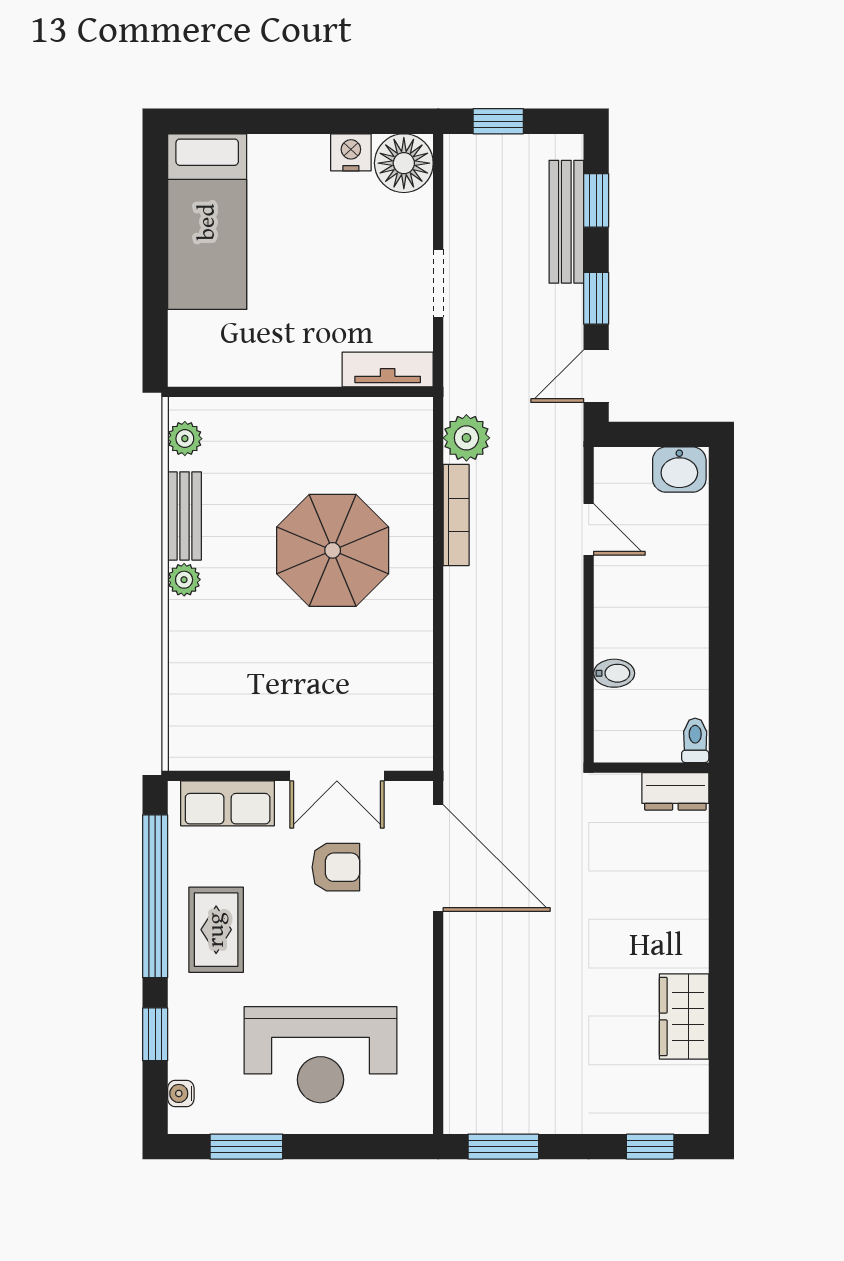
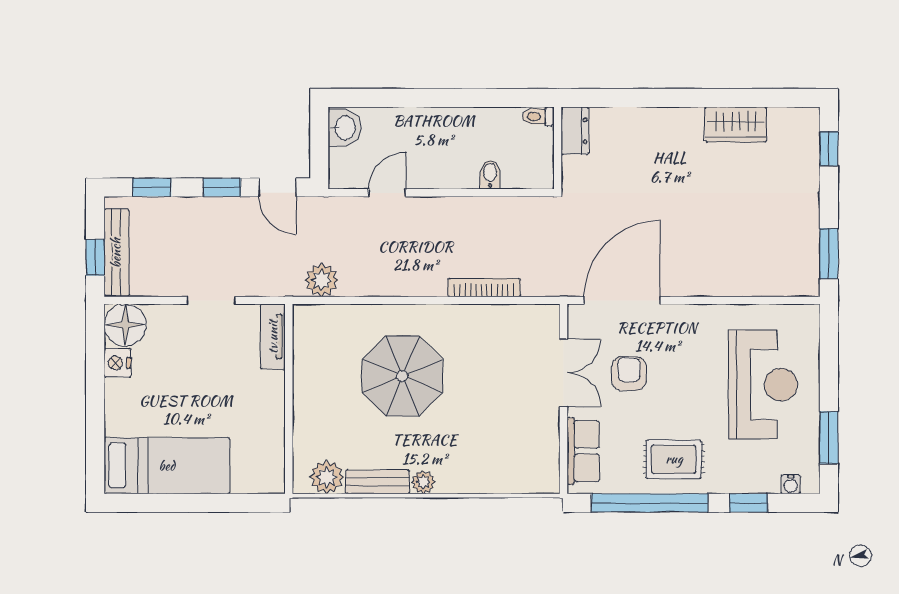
bench: (566, 222) -> (116, 253), moved, turned 90
plant: (185, 439) -> (327, 477), width x1.38, depth x1.38
bookcase: (456, 515) -> (484, 288), moved

